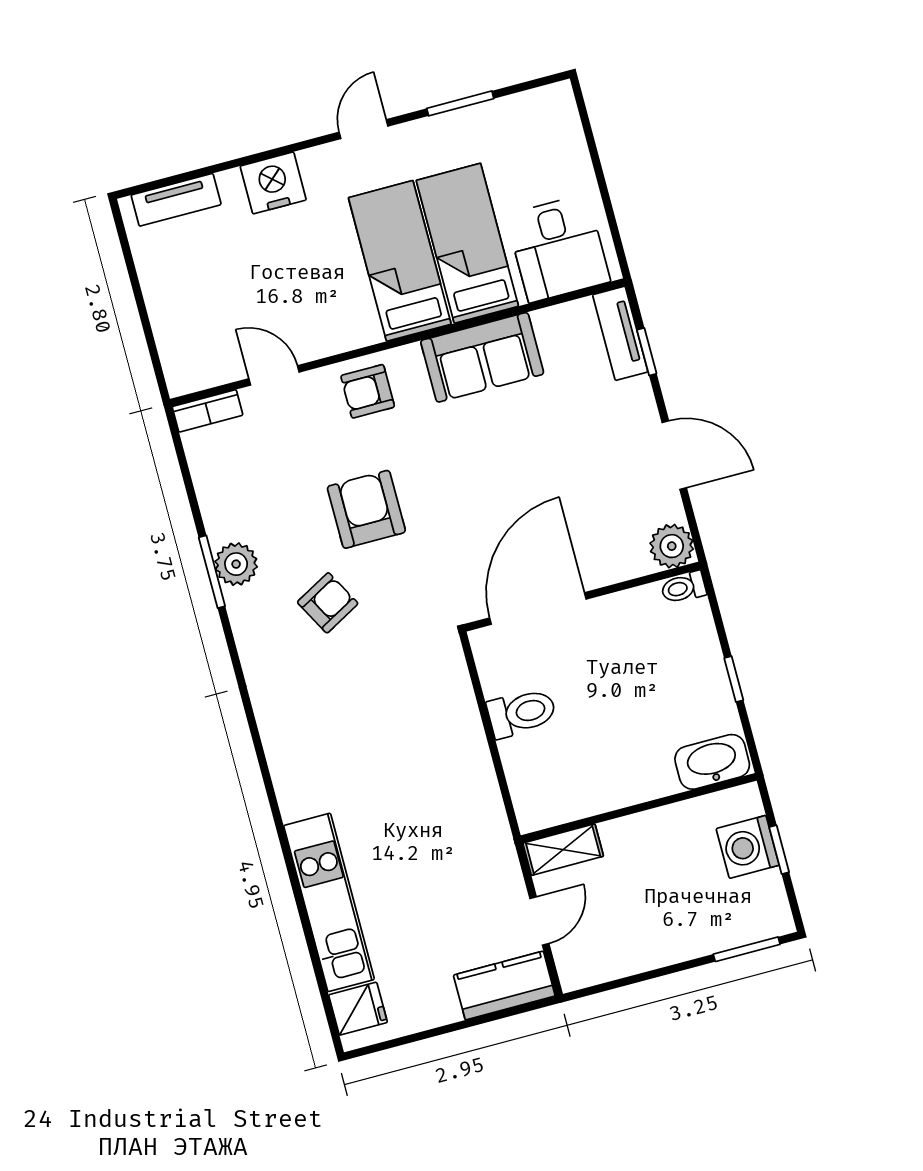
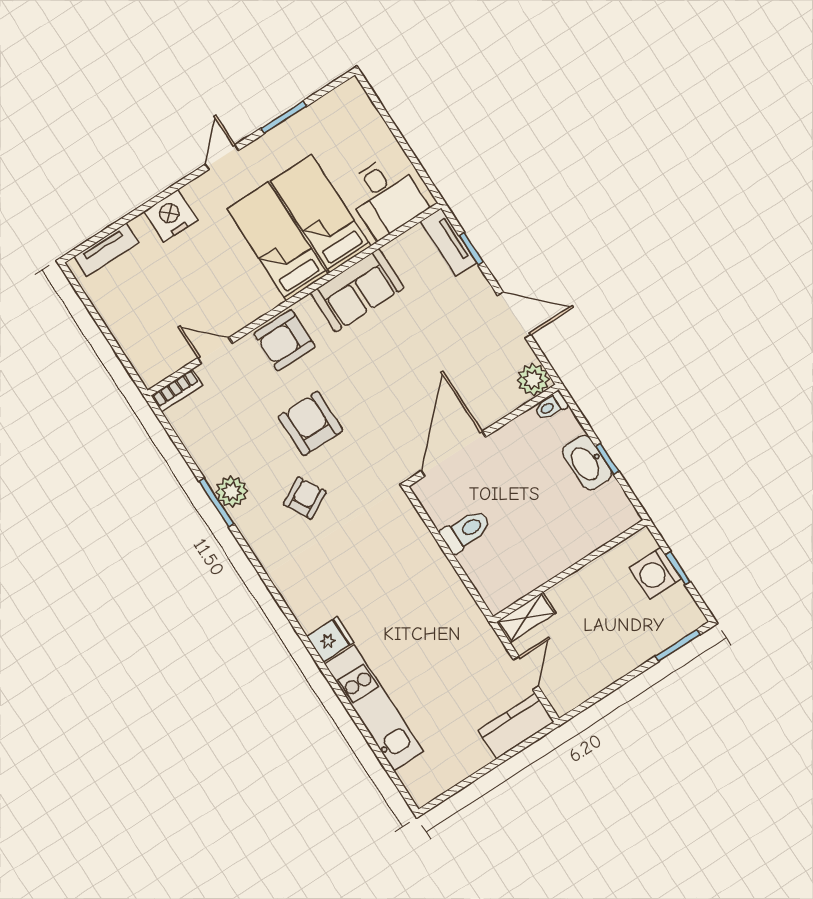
armchair: (368, 391) -> (285, 340), width x1.38, depth x1.38
washbasin: (712, 762) -> (587, 463), moved, turned -90
fridge: (358, 1009) -> (330, 639), moved

